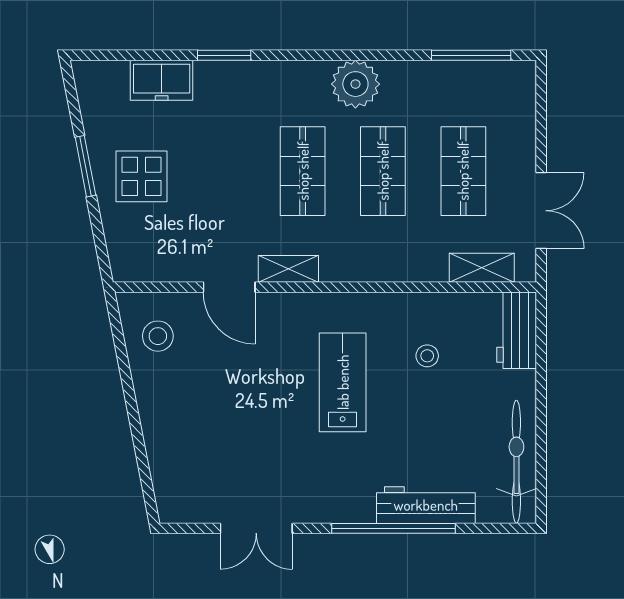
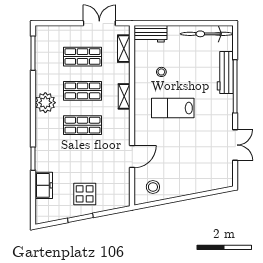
shelving: (288, 269) -> (124, 96), moved

